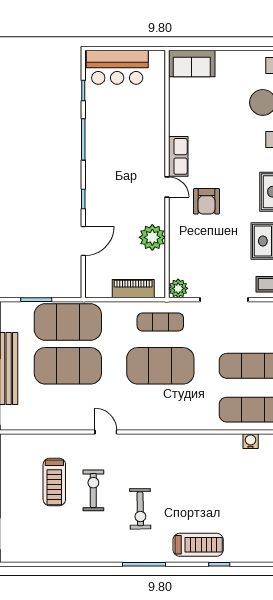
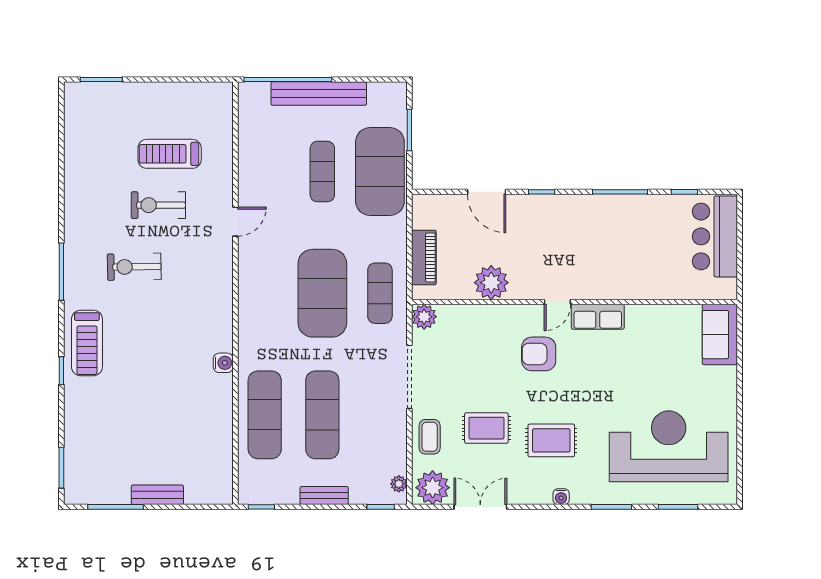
exercise mat: (68, 366) -> (322, 172), width x0.50, depth x0.69
water cooler: (251, 441) -> (223, 363), moved
exercise bike: (93, 490) -> (158, 205), turned 180

